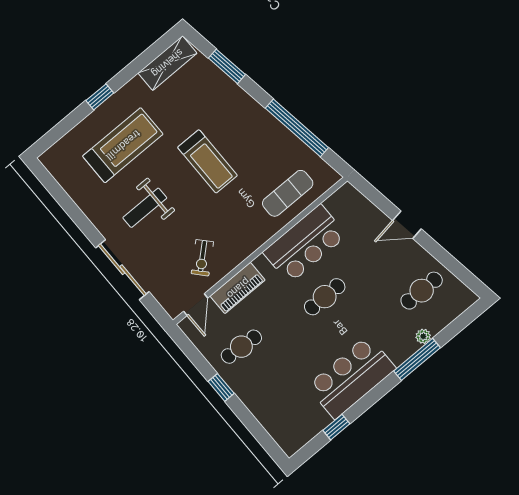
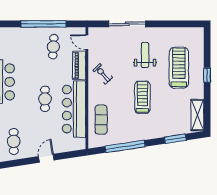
treadmill: (123, 145) -> (179, 68), turned 180
treadmill: (208, 161) -> (142, 97), turned 90
bar counter: (305, 244) -> (74, 109), width x1.36
exercise bike: (202, 258) -> (103, 74), moved
window: (221, 387) -> (43, 24), width x3.17

